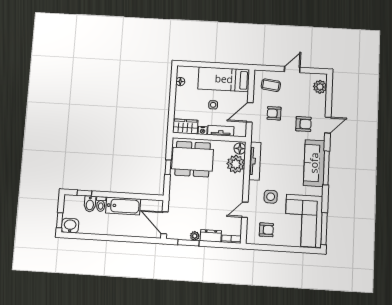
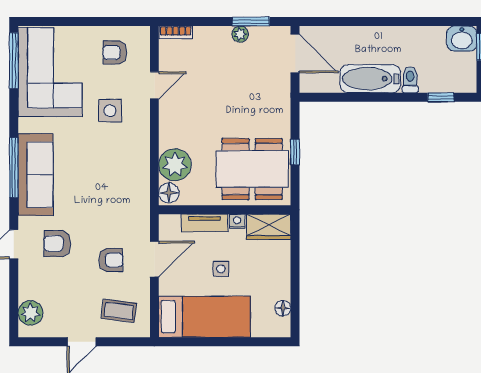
tv unit: (255, 161) -> (141, 172), removed
bidet: (90, 204) -> (430, 79), removed
dresser: (211, 236) -> (212, 36), removed

